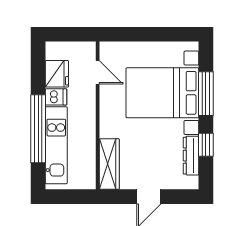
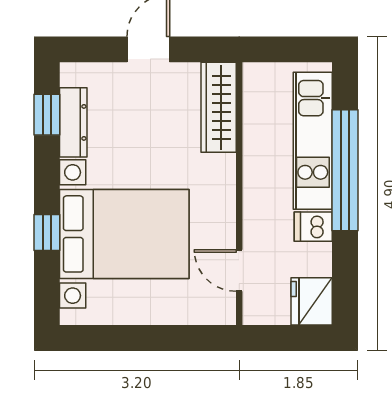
fridge: (57, 74) -> (312, 301), moved
window: (206, 94) -> (47, 233), width x0.46
window: (206, 145) -> (47, 115), moved

